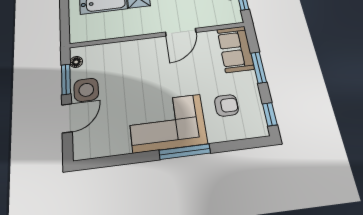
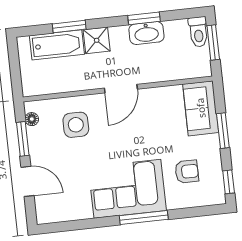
door: (181, 32) -> (121, 89), moved
side table: (86, 90) -> (76, 125), moved
door: (67, 118) -> (27, 181), hinge flipped

